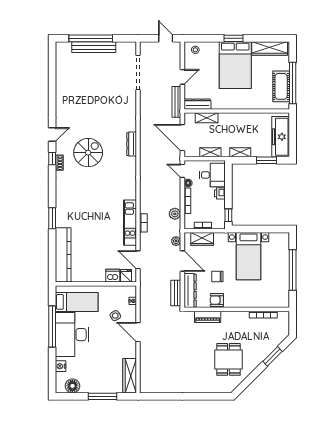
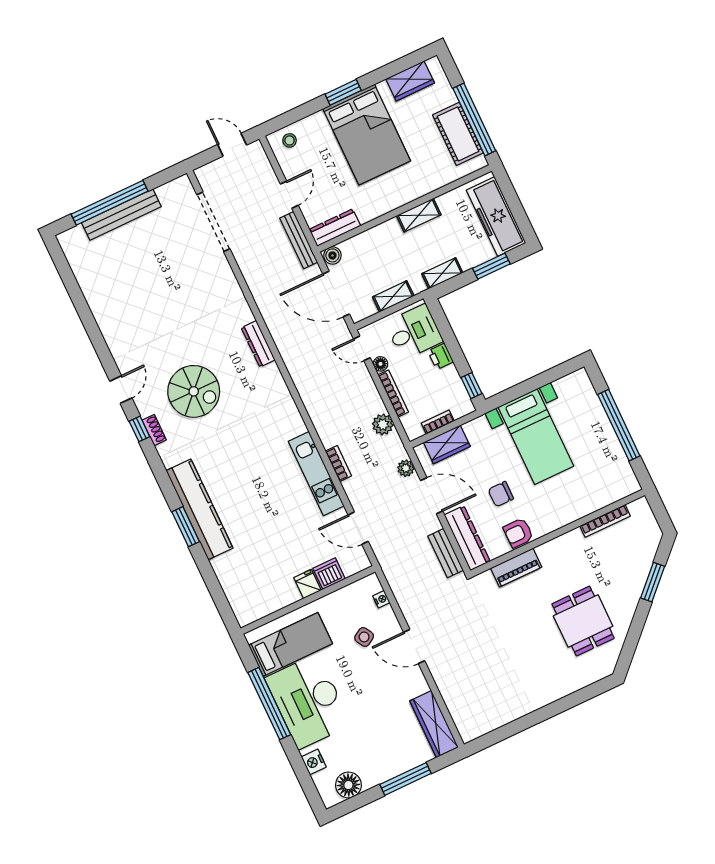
wardrobe: (270, 49) -> (410, 81), width x0.67
boiler: (190, 117) -> (332, 255), added
shelving: (207, 118) -> (419, 215), moved
spiral stairs: (88, 153) -> (194, 391), turned 90
kitchen counter: (63, 255) -> (199, 509), moved
fridge: (126, 276) -> (307, 584), moved

